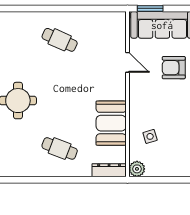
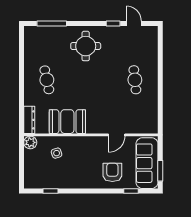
window: (150, 8) -> (160, 171), moved
cafe table: (60, 40) -> (135, 80), turned -30
cafe table: (60, 148) -> (47, 80), turned -33

